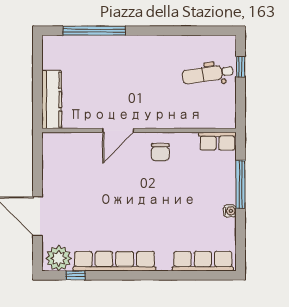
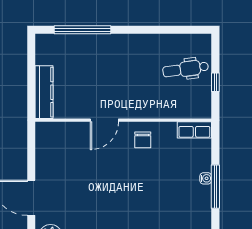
window: (240, 67) -> (215, 82), moved
window: (240, 184) -> (215, 187), moved
water cooler: (230, 211) -> (206, 178), moved

